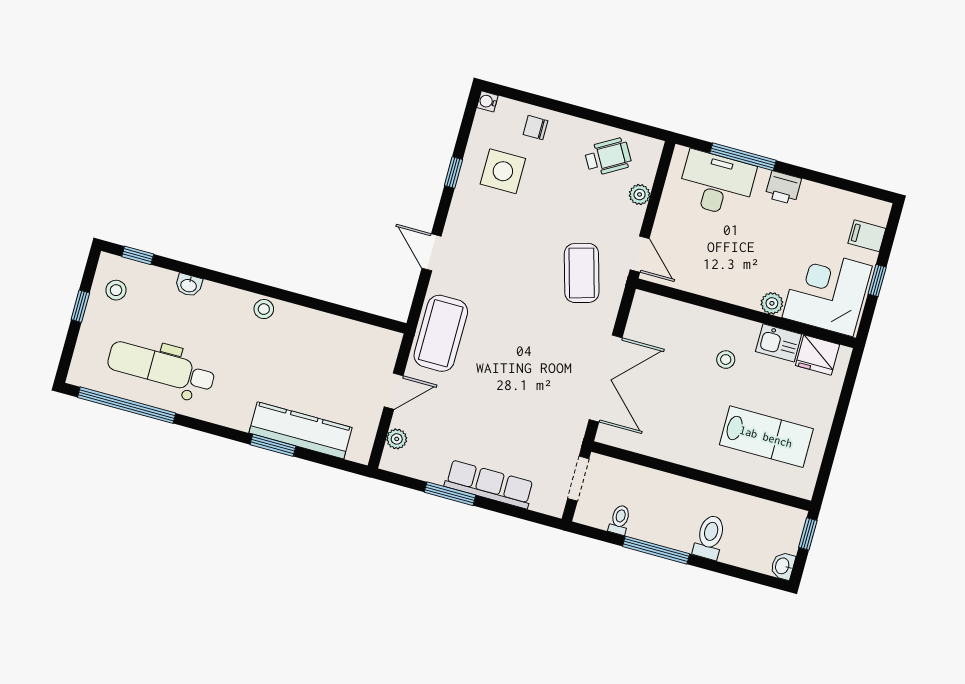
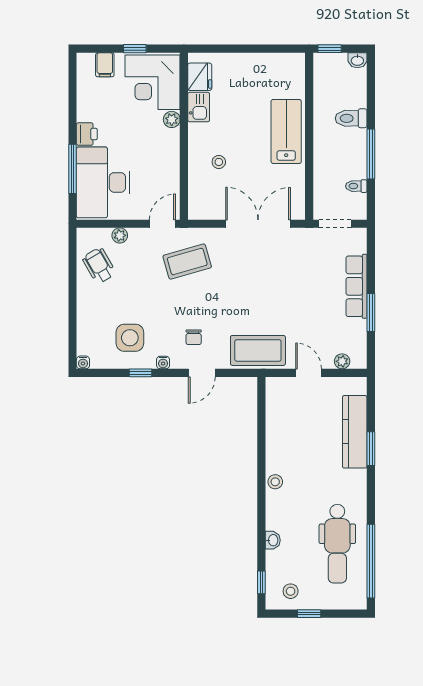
chair: (536, 128) -> (194, 337), moved
desk: (717, 184) -> (103, 182), width x1.36, depth x1.30
water cooler: (459, 206) -> (163, 363), added
stool: (726, 360) -> (219, 162), moved
lab bench: (766, 437) -> (286, 131), moved

